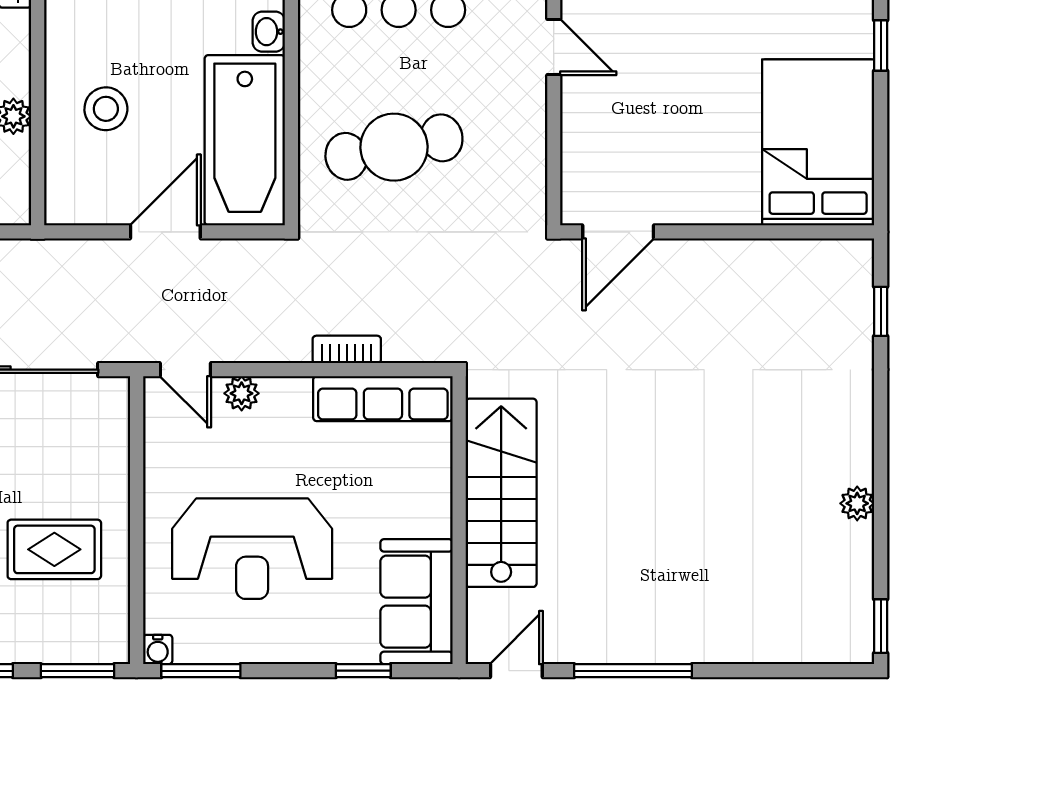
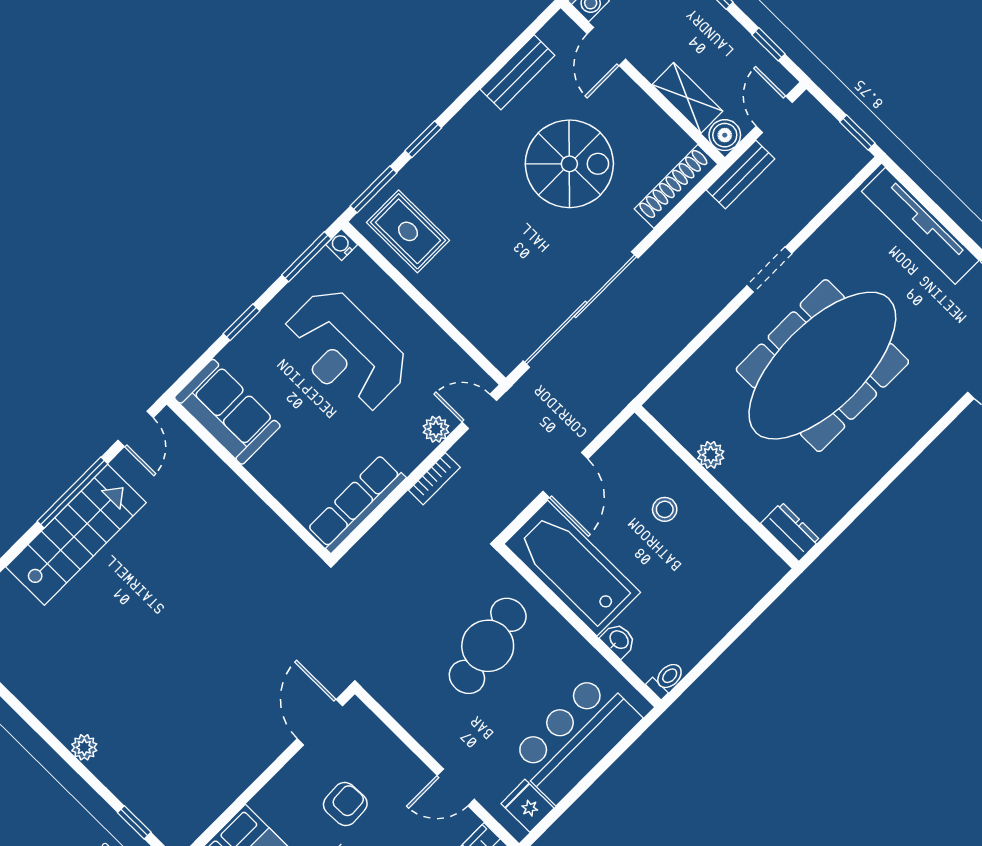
stool: (106, 109) -> (665, 509), width x0.73, depth x0.73
armchair: (670, 134) -> (345, 804), added
bookcase: (347, 349) -> (434, 479), moved
stairs: (501, 493) -> (76, 535), moved, turned -90
plant: (857, 503) -> (84, 747), moved
rug: (54, 549) -> (408, 231), moved, turned 90
reception desk: (252, 549) -> (345, 351), turned -90
window: (363, 671) -> (242, 322), moved

